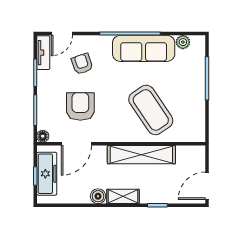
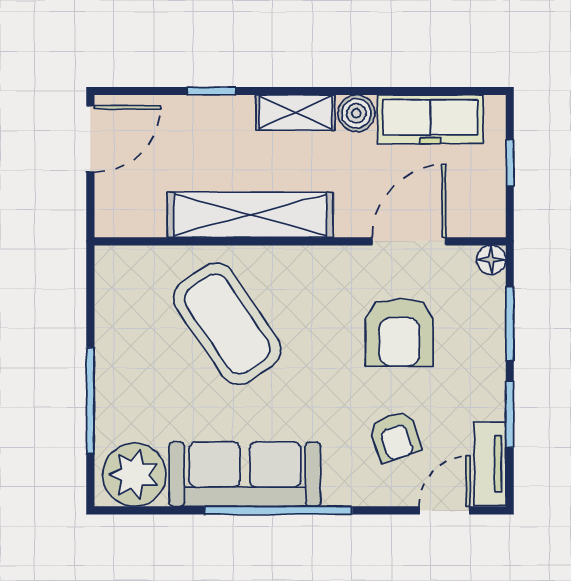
plant: (183, 42) -> (134, 475), width x1.88, depth x1.88
freezer: (47, 174) -> (430, 119), moved, turned -90

